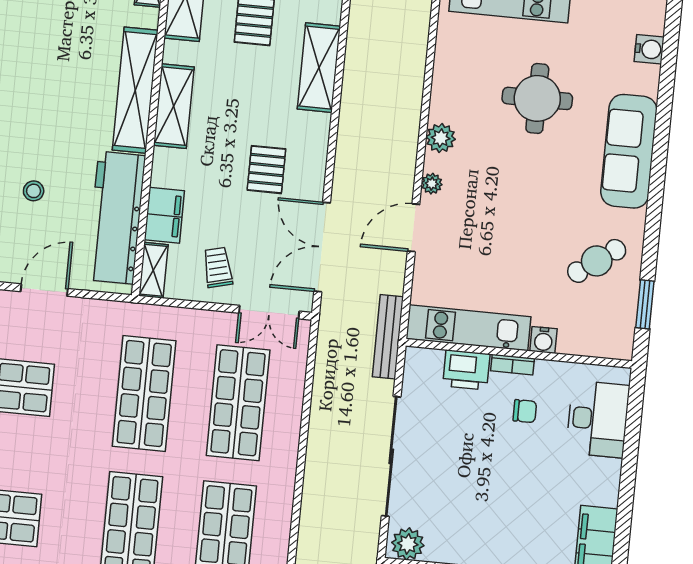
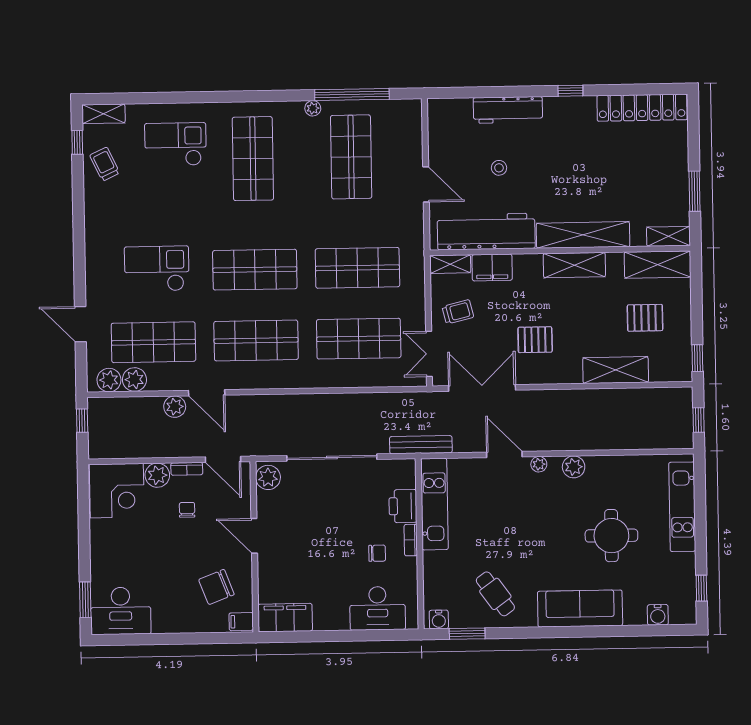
water cooler: (543, 340) -> (439, 619), moved, turned -90
chair: (525, 411) -> (377, 553), turned -90

